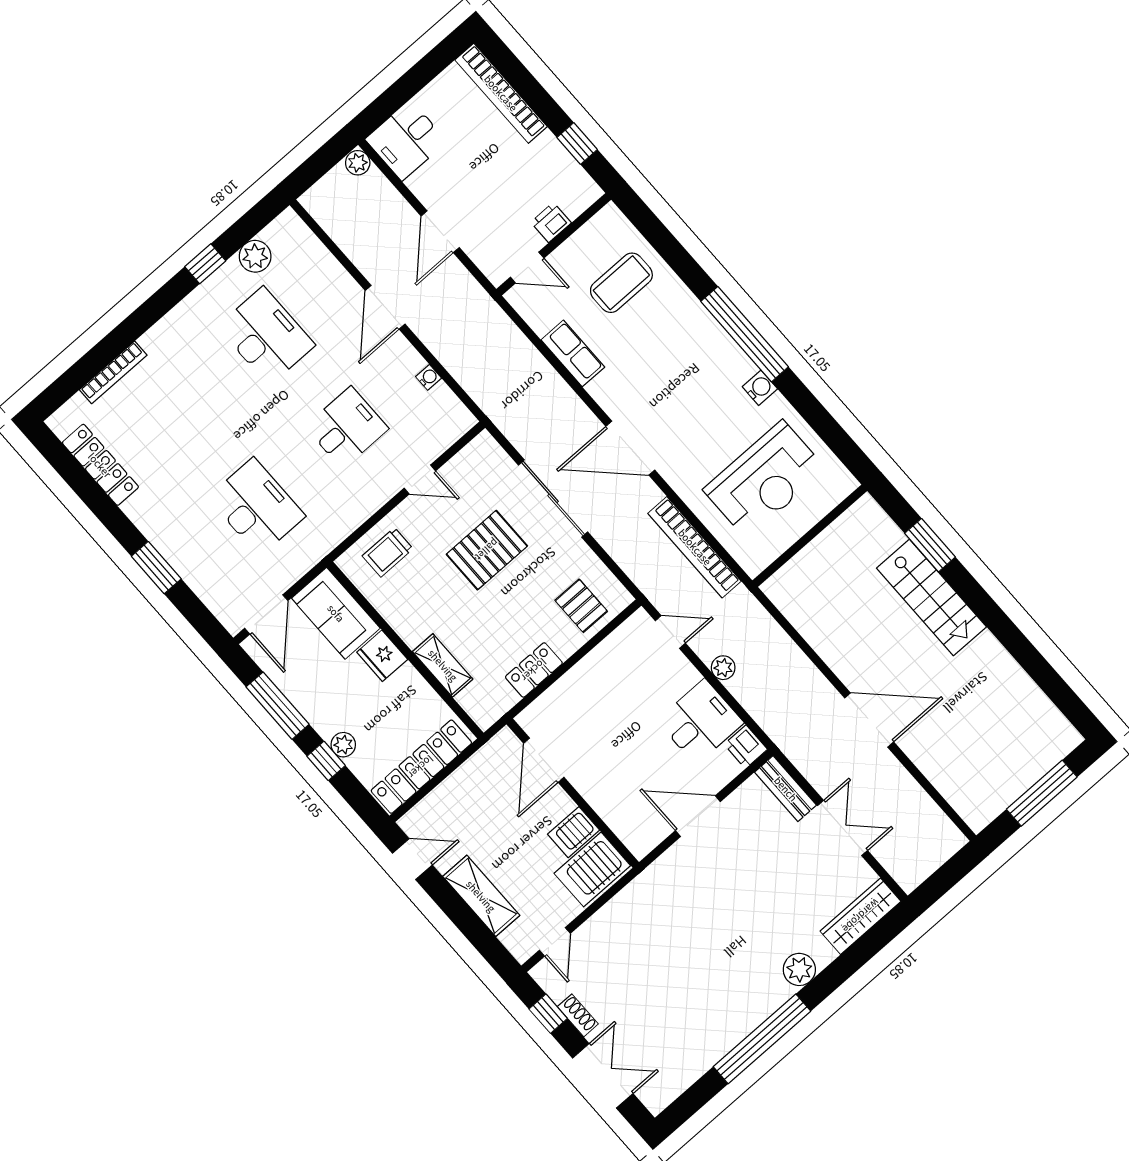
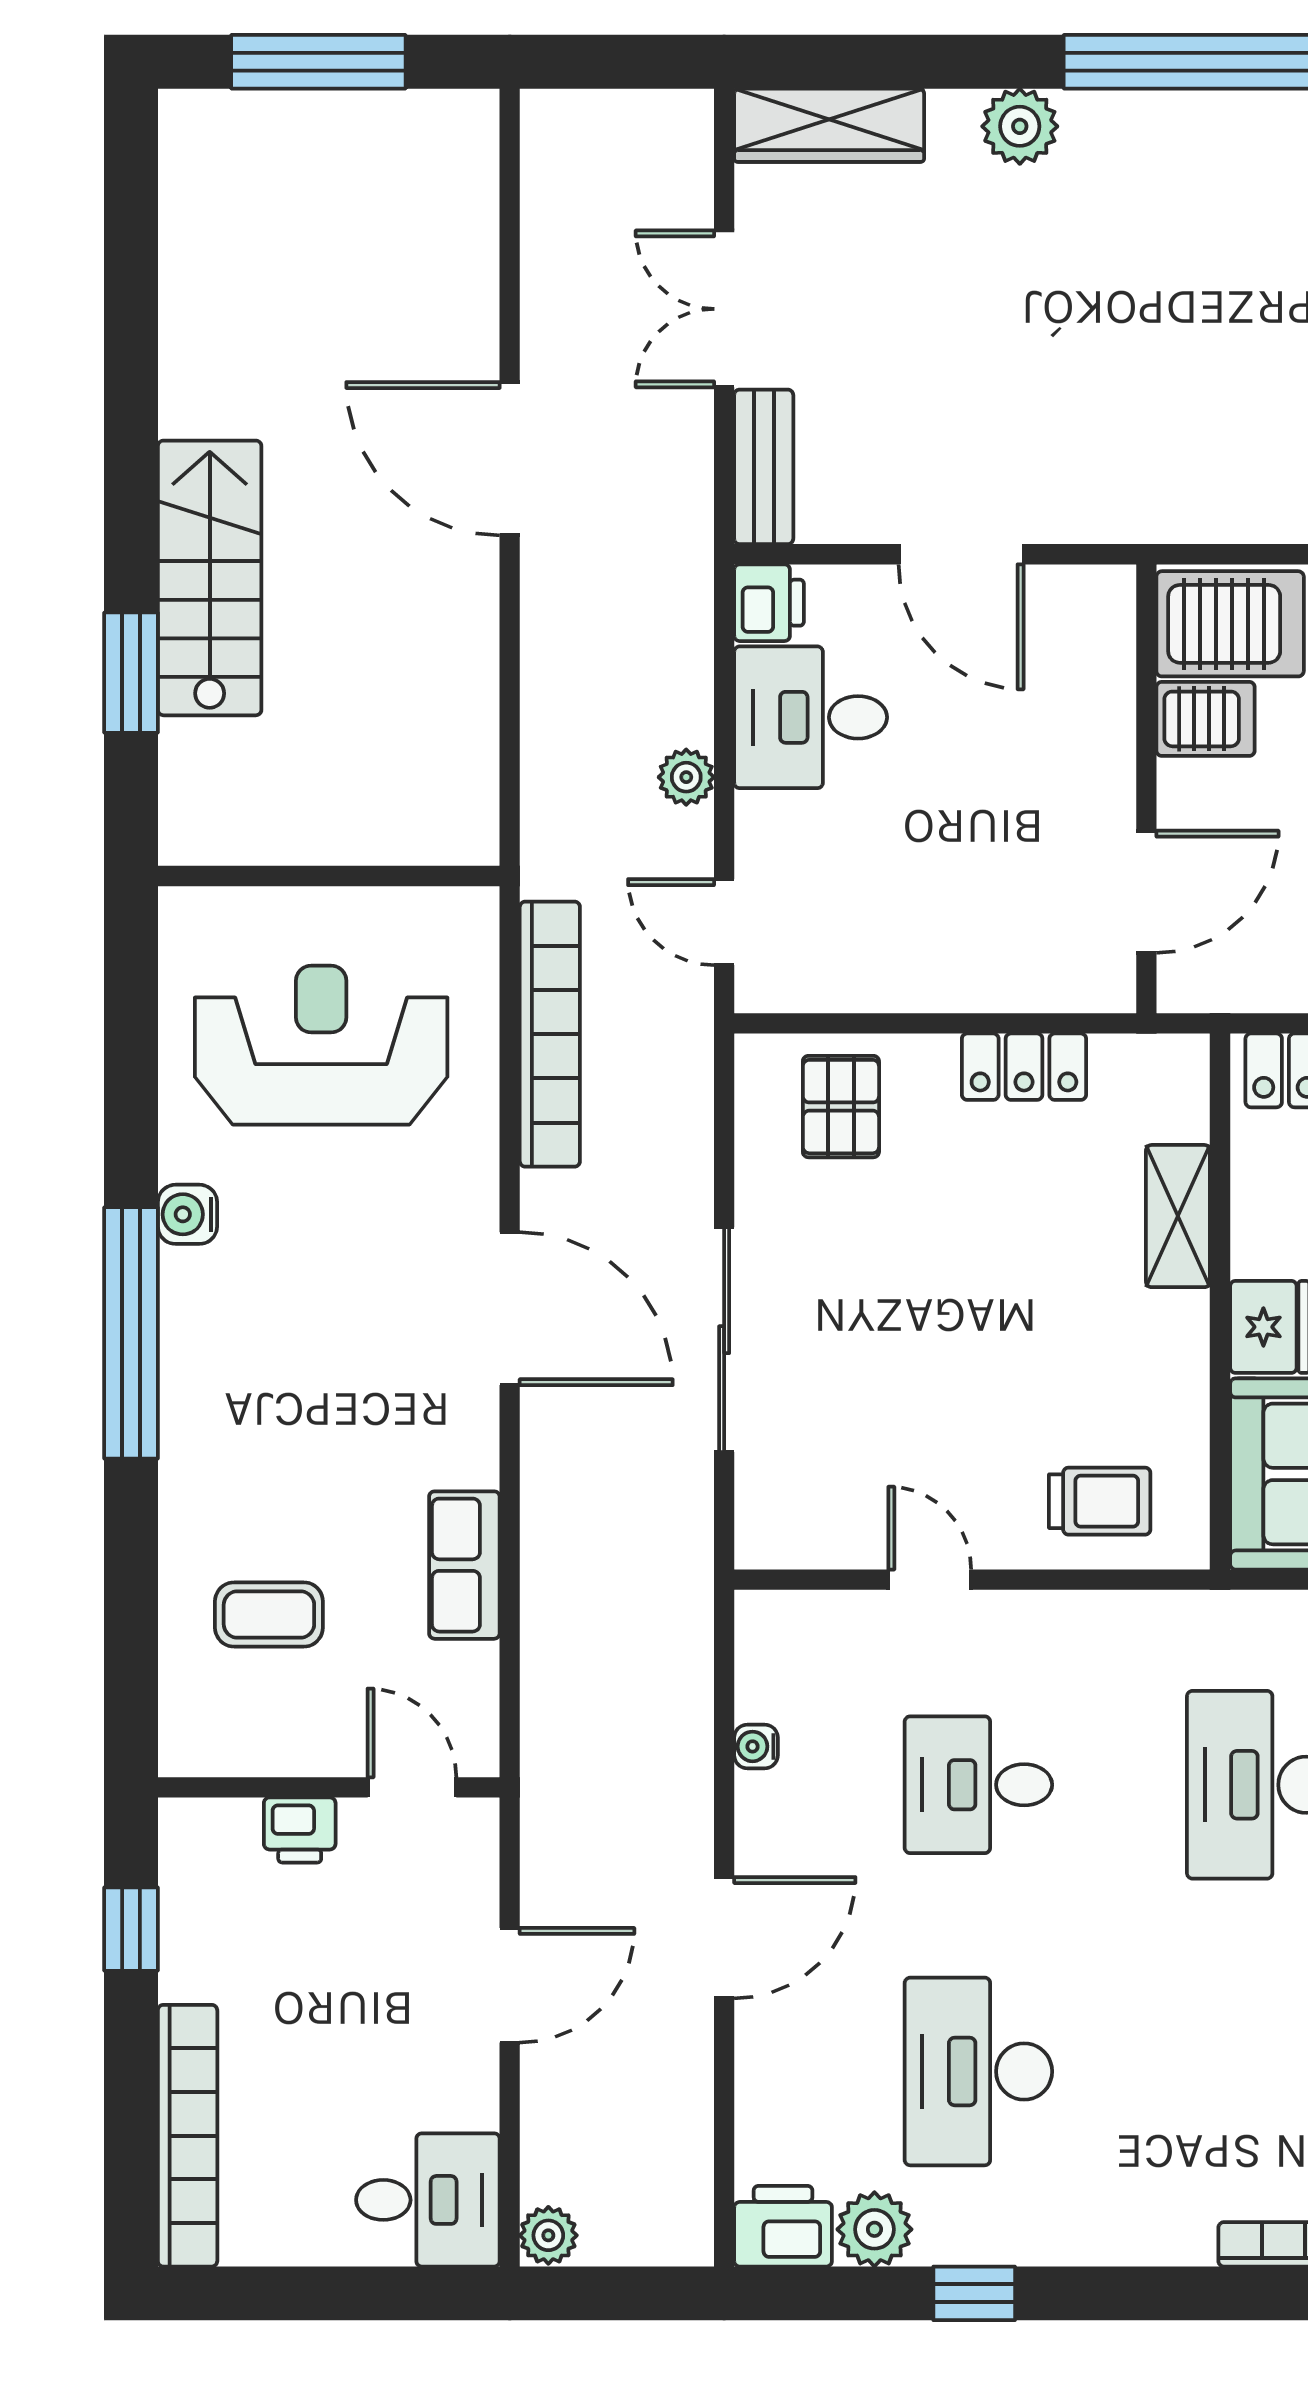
printer: (285, 232) -> (783, 2226), added
coffee table: (621, 283) -> (269, 1614), width x0.73, depth x0.77
pallet: (487, 550) -> (921, 1351), removed

